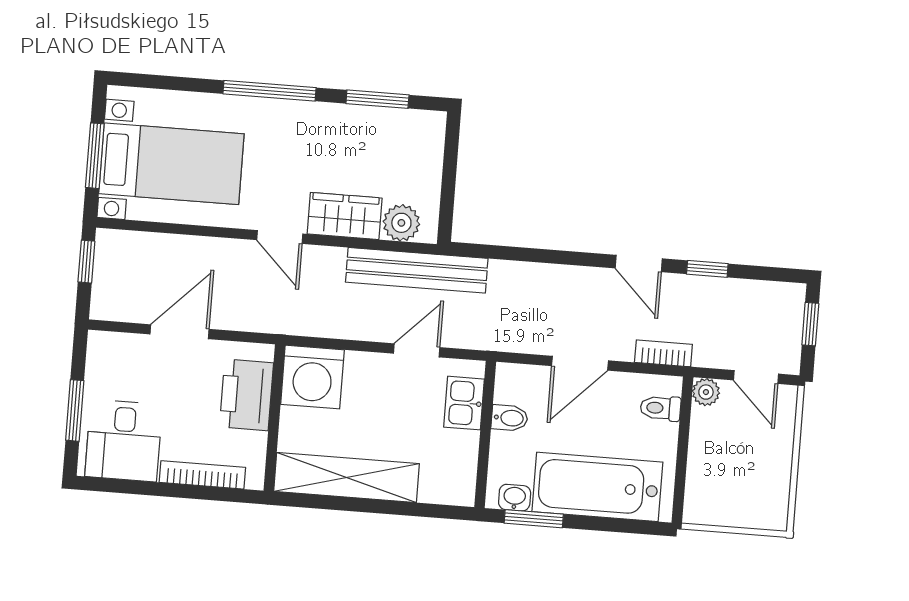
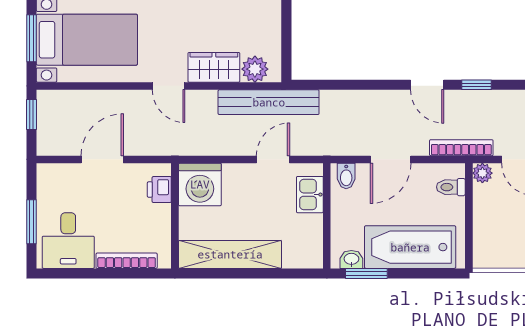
bookcase: (663, 353) -> (461, 148), width x1.56
printer: (246, 395) -> (159, 190), width x0.53, depth x0.68
bidet: (510, 418) -> (346, 176), moved, turned 90

